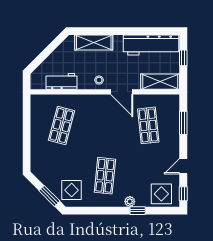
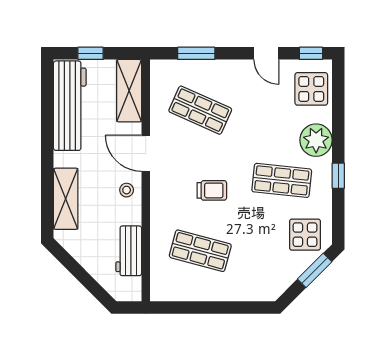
door: (122, 92) -> (146, 153), swing flipped
shop shelf: (148, 125) -> (200, 110), turned 30
trolley: (99, 133) -> (212, 190), added
plant: (130, 201) -> (316, 140), width x1.88, depth x1.88
window: (138, 211) -> (338, 176), moved

